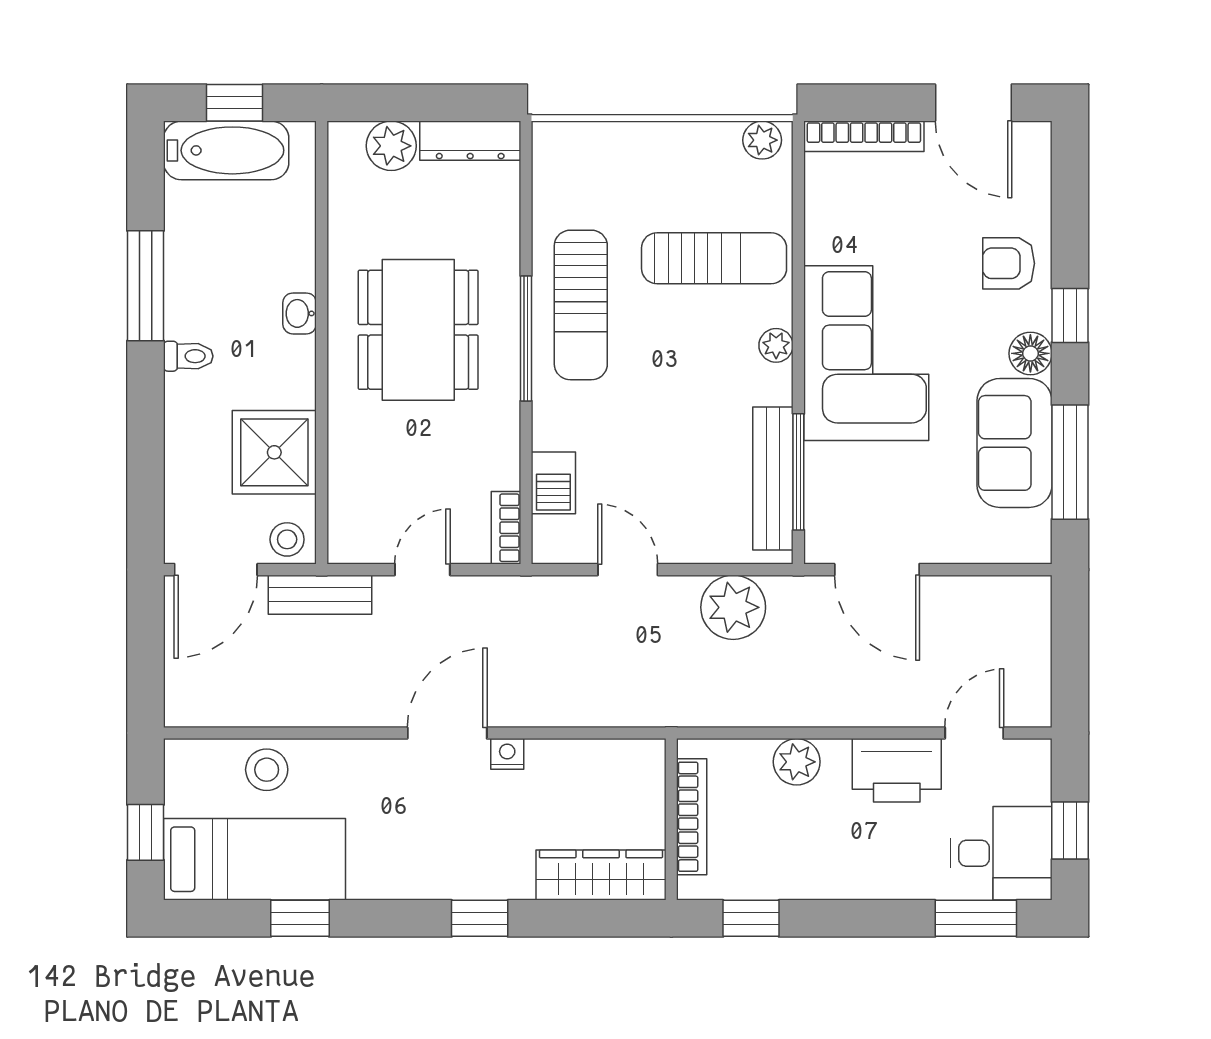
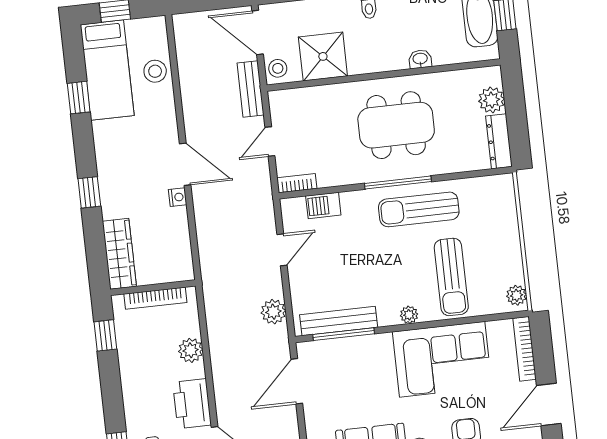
washbasin: (300, 313) -> (420, 59), moved
corner sofa: (866, 353) -> (442, 359), moved
door: (422, 570) -> (270, 141), swing flipped
plant: (733, 607) -> (273, 312), width x0.73, depth x0.73

